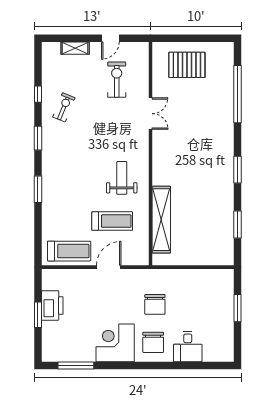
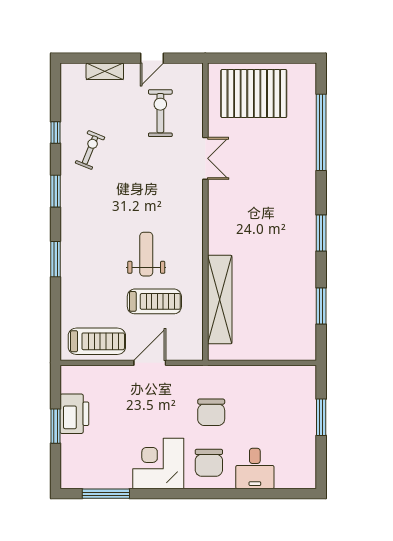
pallet: (187, 65) -> (254, 94), width x1.37, depth x1.41
weight bench: (122, 178) -> (146, 254), moved

